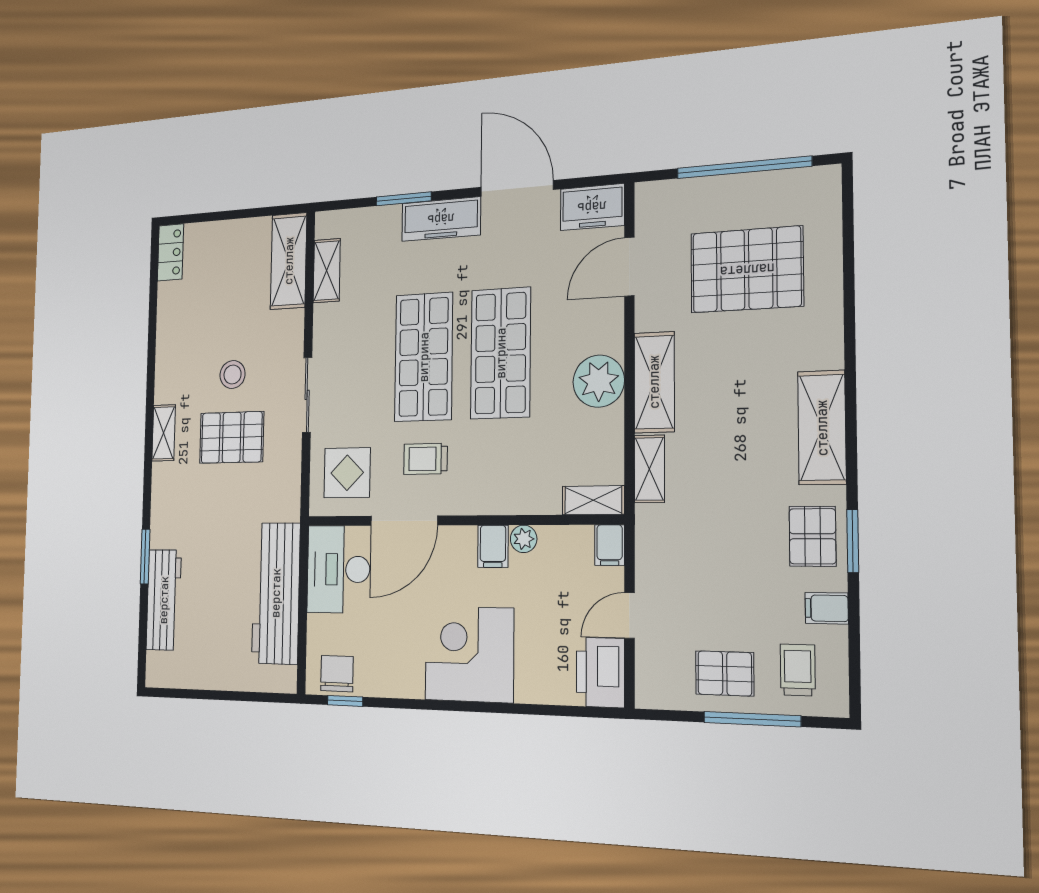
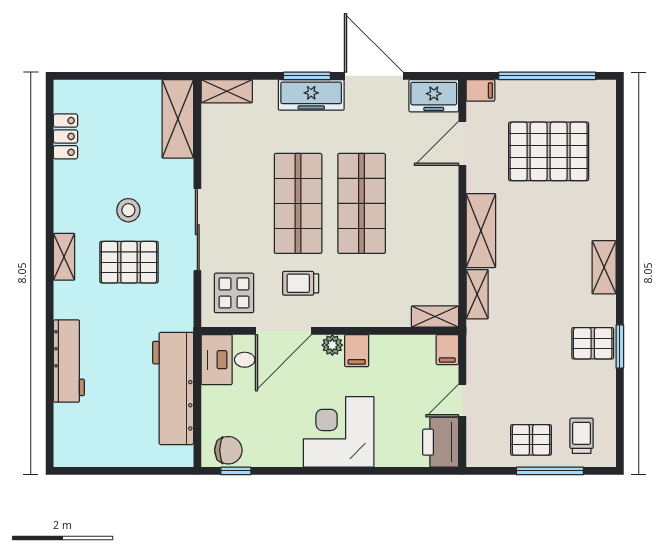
window: (404, 199) -> (307, 76), moved
locker: (170, 252) -> (66, 136), moved
shelving: (327, 271) -> (227, 91), moved, turned 90
plant: (599, 381) -> (439, 228), removed
sliding door: (307, 395) -> (197, 230), width x1.37
shelving: (822, 428) -> (604, 267), width x0.67, depth x0.75
pallet: (812, 536) -> (593, 343), turned 90
plant: (524, 539) -> (332, 345), moved
window: (145, 557) -> (50, 360), removed
desk: (338, 569) -> (228, 360), width x0.73
workbench: (164, 600) -> (69, 361), moved
filing cabinet: (827, 608) -> (480, 90), moved, turned 180
chair: (337, 674) -> (228, 450), turned 90

